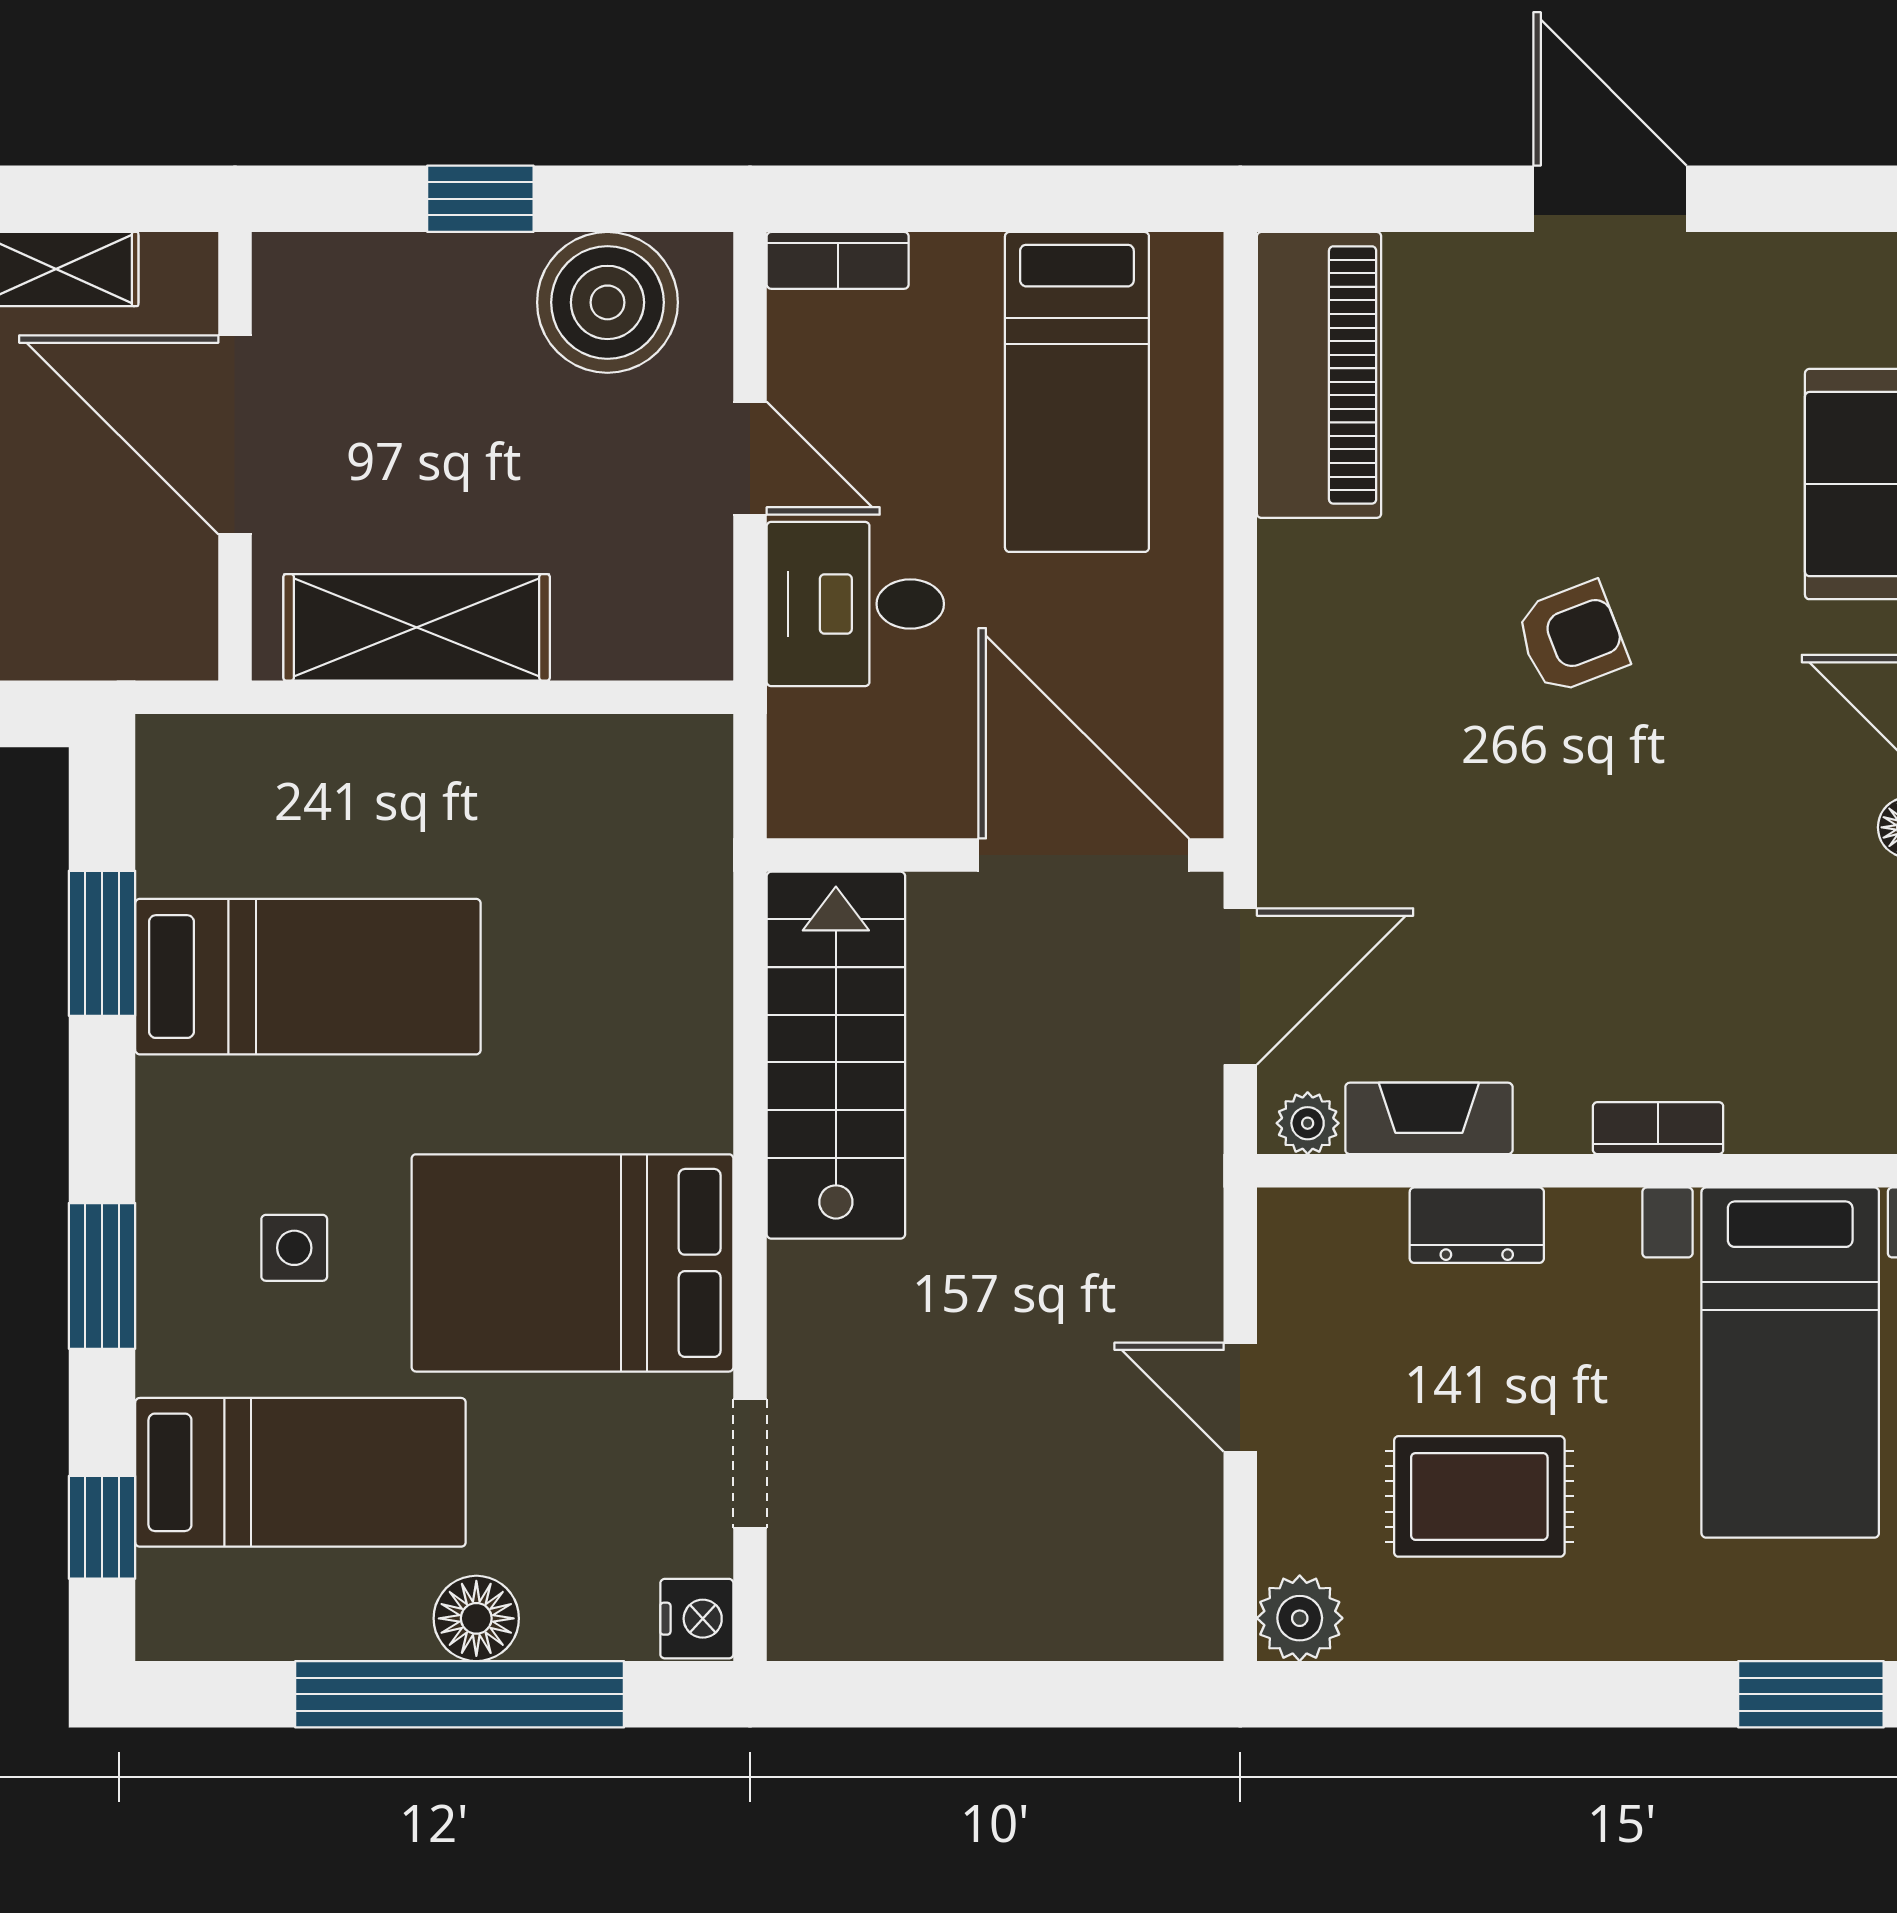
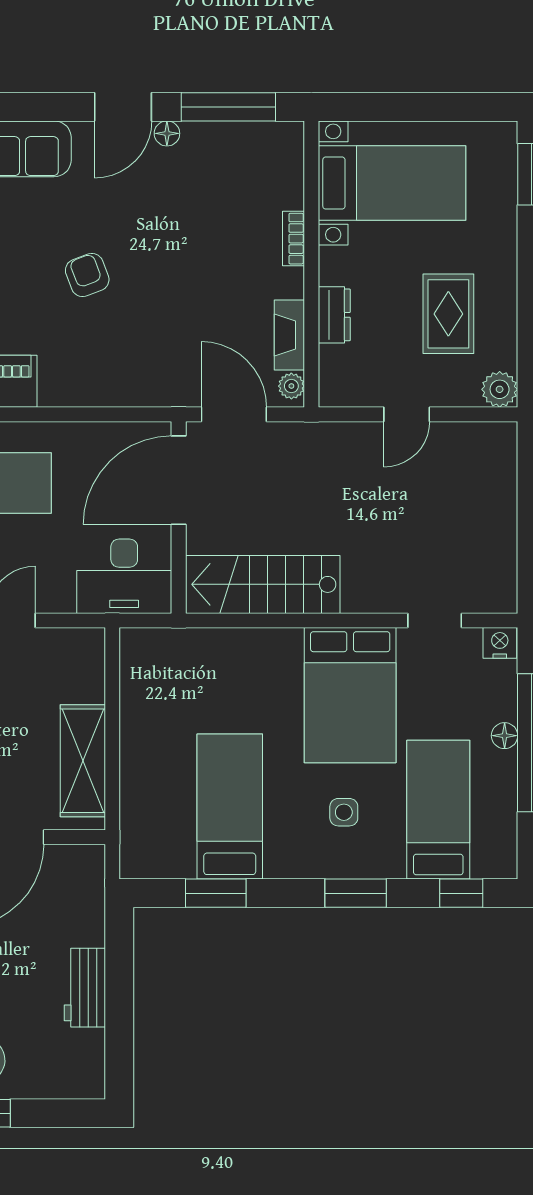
desk: (855, 604) -> (124, 576), moved, width x1.37
floor lamp: (476, 1618) -> (505, 736), width x0.73, depth x0.73

